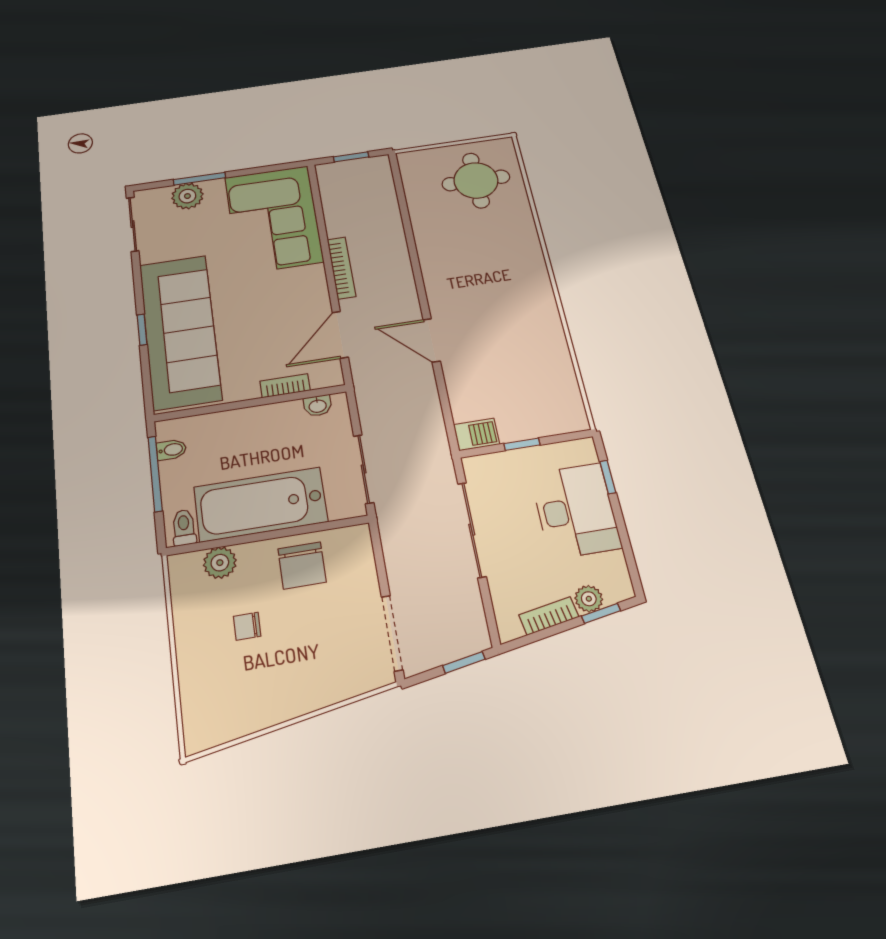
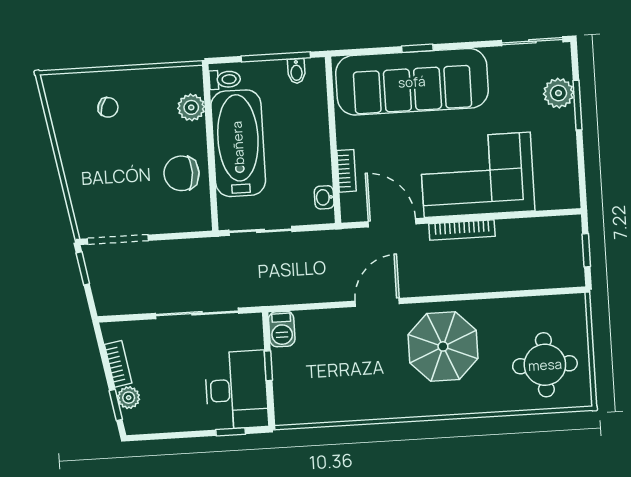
corner sofa: (274, 219) -> (477, 175), moved
parasol: (471, 273) -> (443, 346), added
desk: (576, 511) -> (236, 390), moved, turned -90
chair: (247, 626) -> (108, 107), moved, turned 110
window: (464, 662) -> (83, 268), moved

